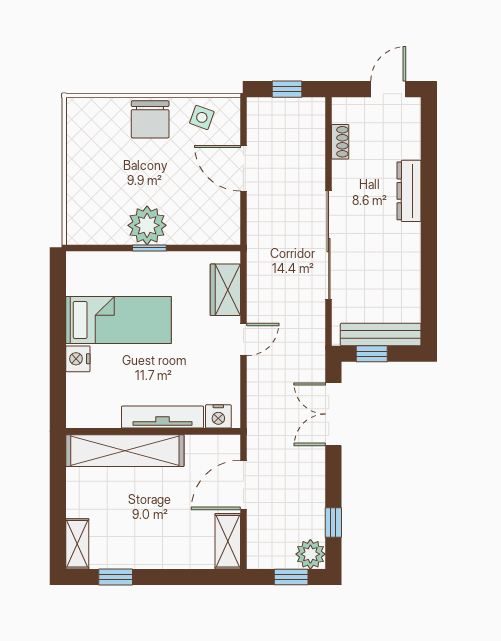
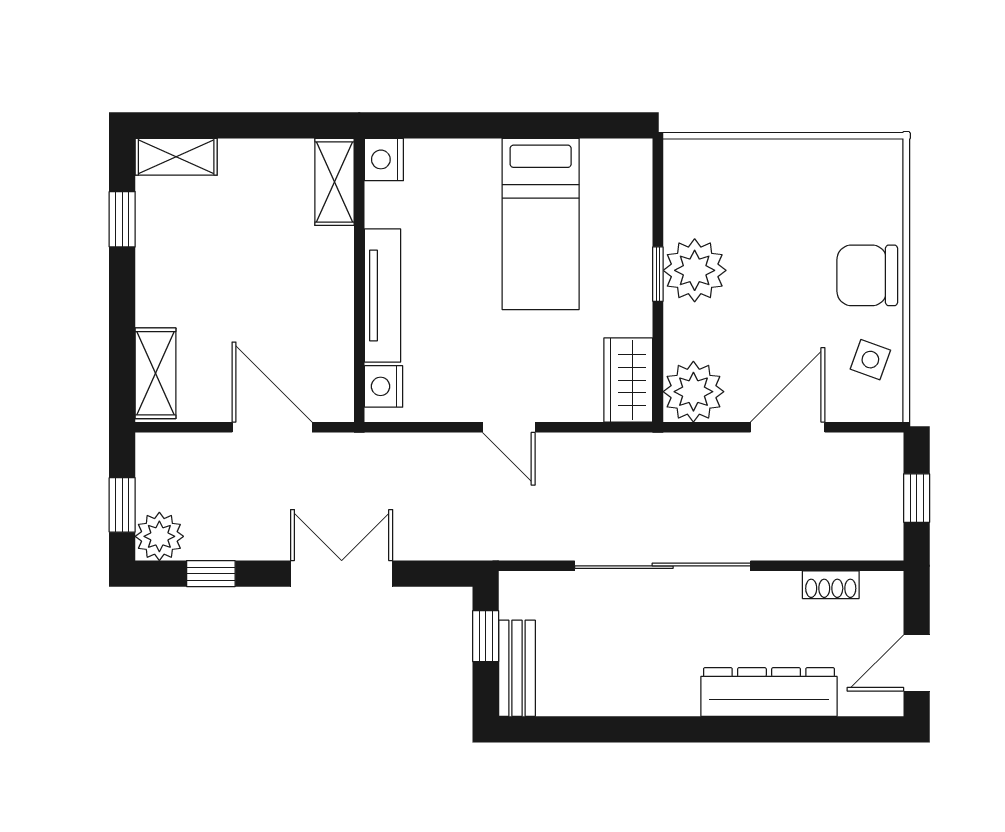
door: (388, 89) -> (917, 663), swing flipped
dresser: (409, 191) -> (769, 692), width x1.37, depth x1.24
plant: (222, 226) -> (693, 392), added
wardrobe: (225, 290) -> (628, 380), moved, turned -90
bench: (381, 334) -> (517, 668), width x0.73
nightstand: (78, 359) -> (384, 159), moved, turned -90
double door: (333, 414) -> (342, 574), moved
shelving: (125, 451) -> (334, 182), width x0.45, depth x0.75
shelving: (228, 541) -> (156, 373), moved, turned 90

